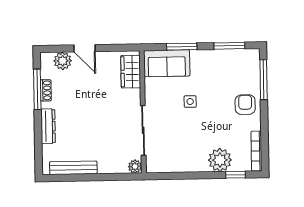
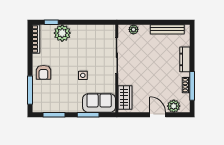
plant: (135, 167) -> (133, 29), moved

